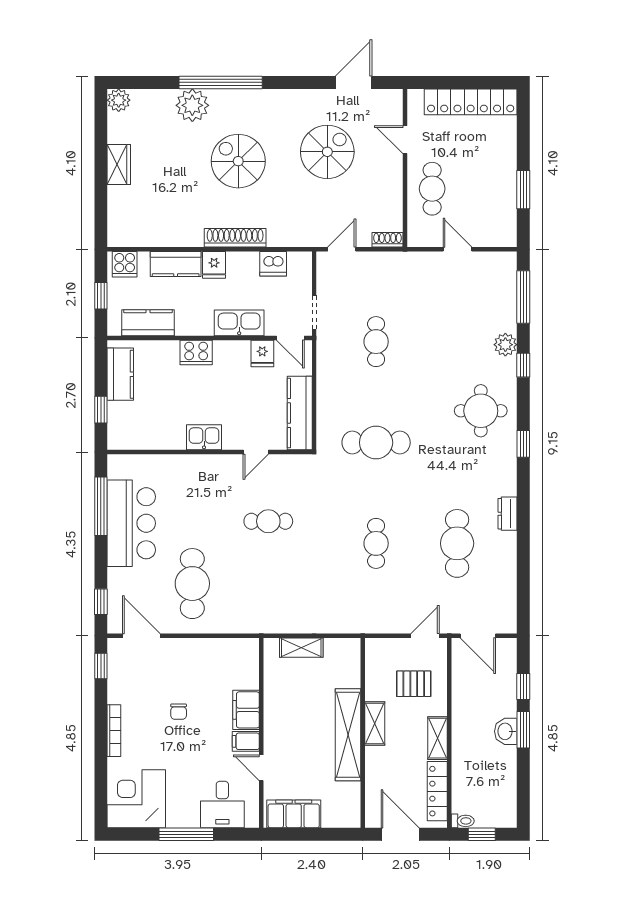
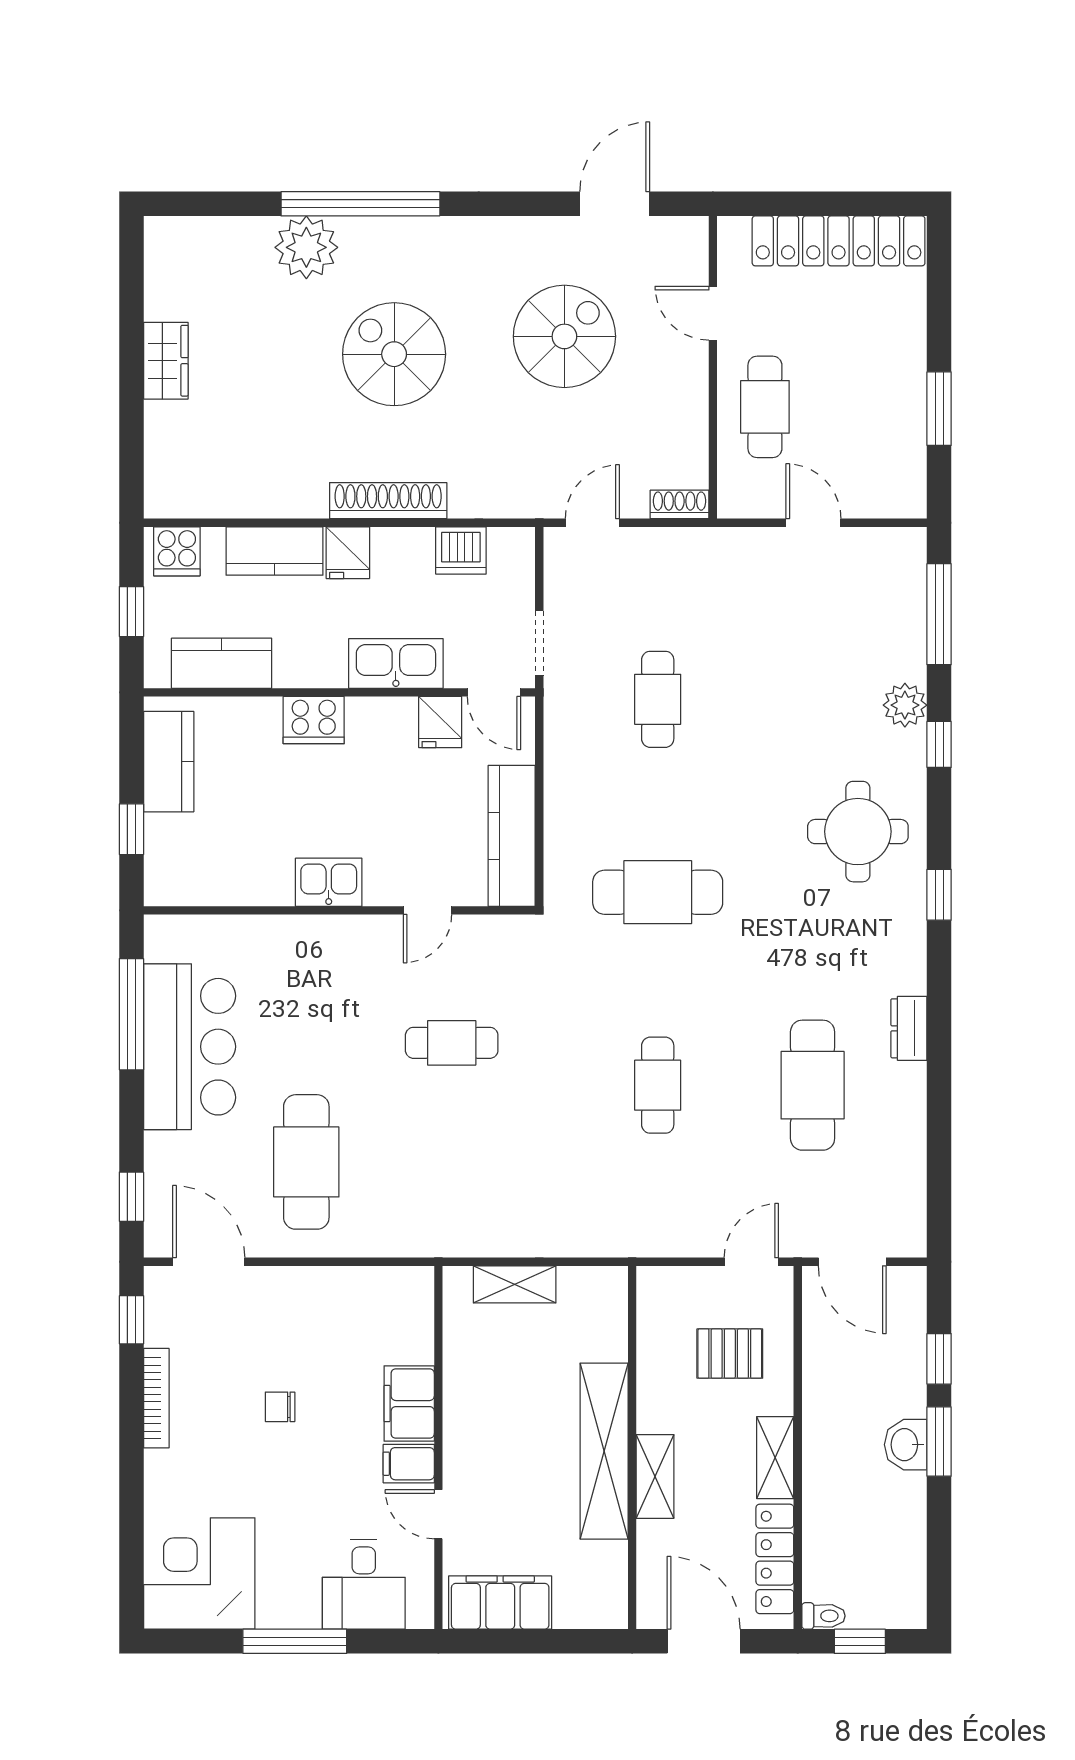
plant: (119, 100) -> (165, 238), removed
chair: (179, 712) -> (280, 1407), turned 90
shelving: (375, 724) -> (655, 1476), moved
bookcase: (114, 731) -> (156, 1398), moved

